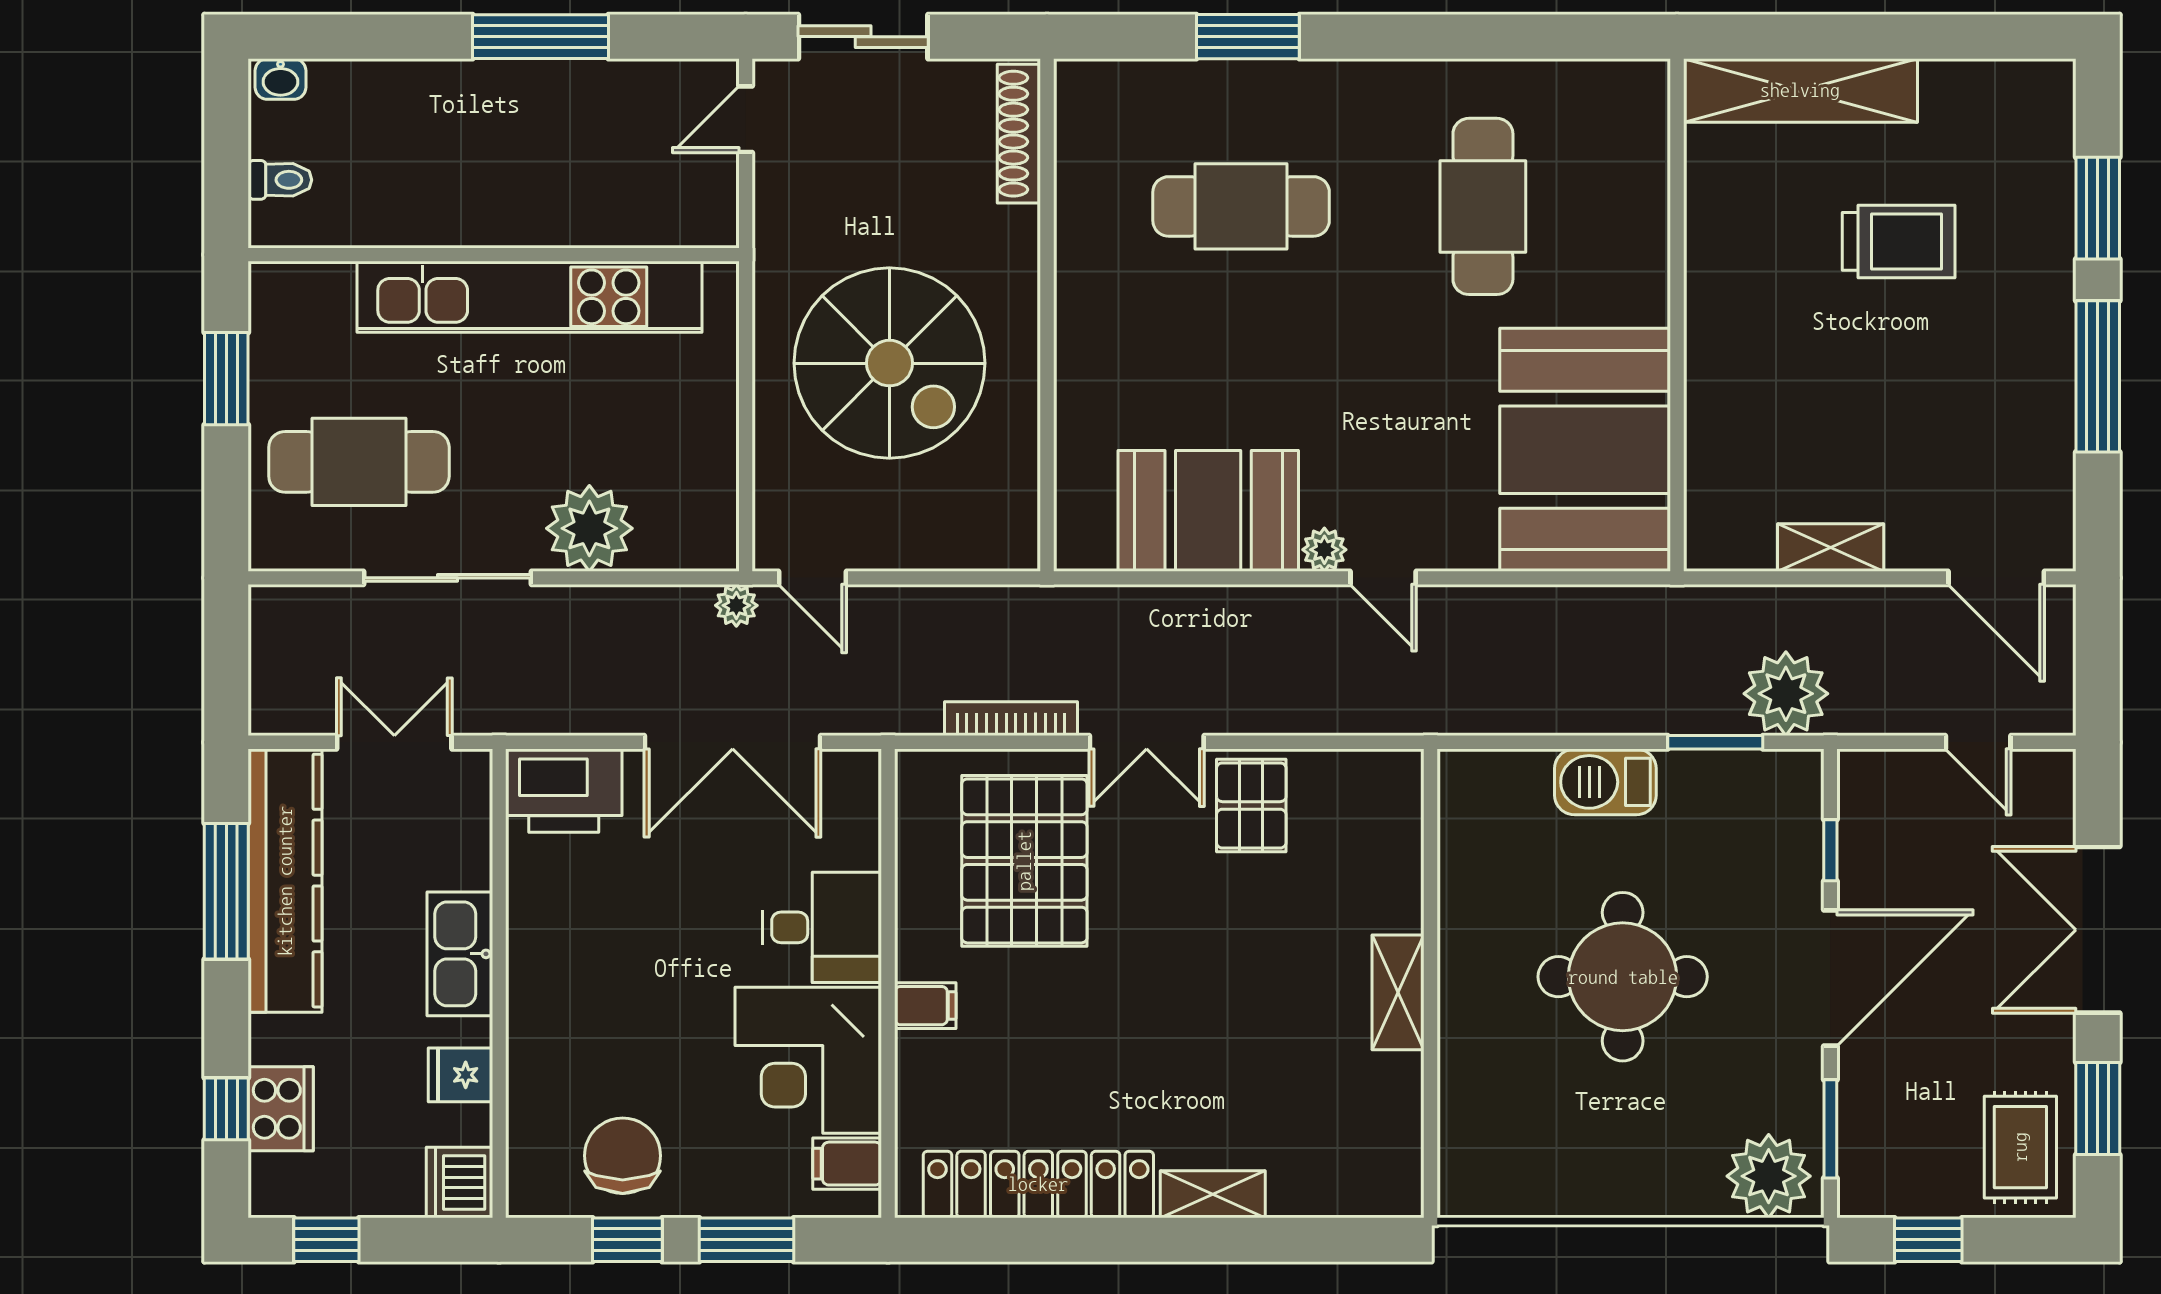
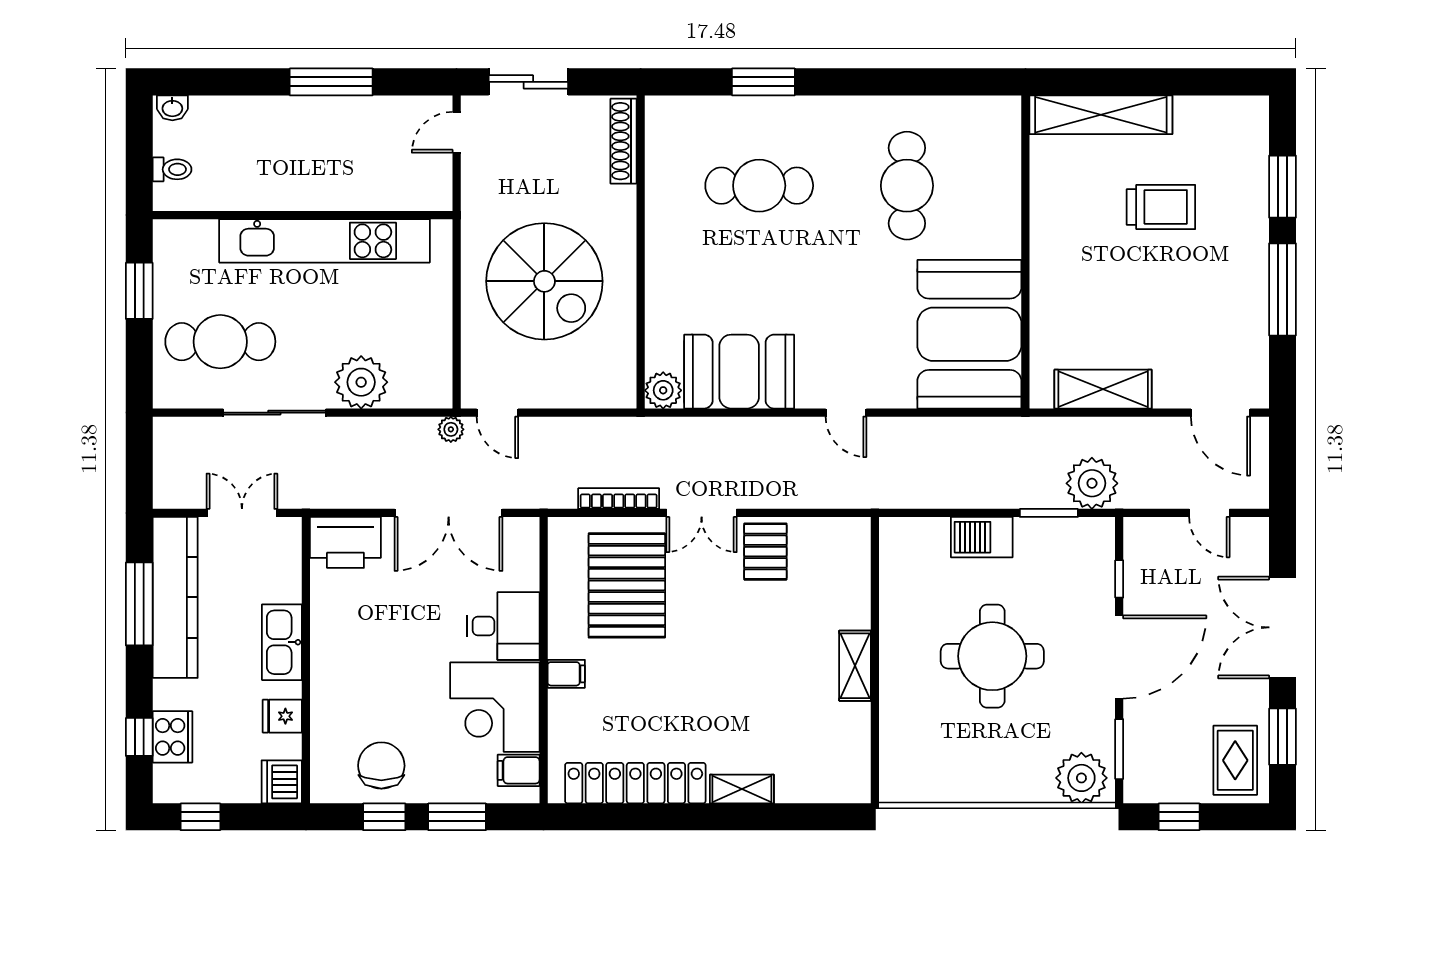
shelving: (1831, 547) -> (1103, 389), width x1.50, depth x1.33
plant: (1324, 550) -> (663, 390), moved, width x1.38, depth x1.38

